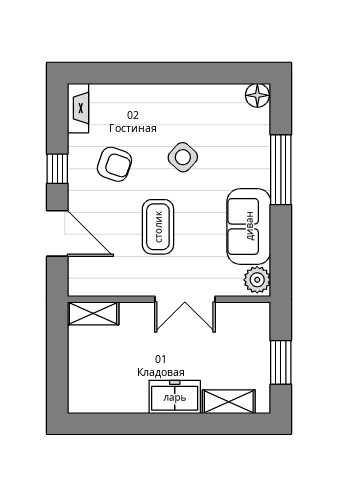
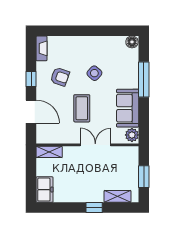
double door: (185, 299) -> (95, 145), swing flipped
freezer: (175, 397) -> (45, 190), moved, turned 90
window: (182, 424) -> (94, 208), added

